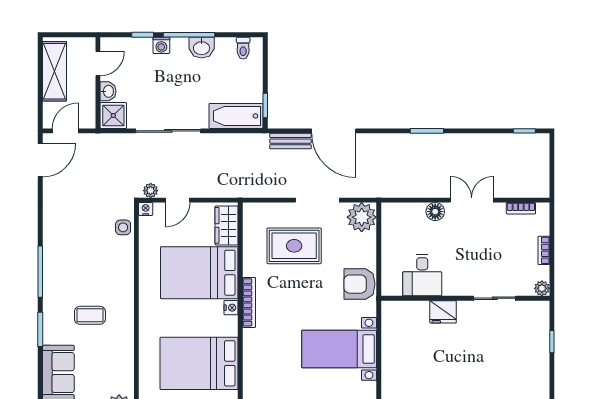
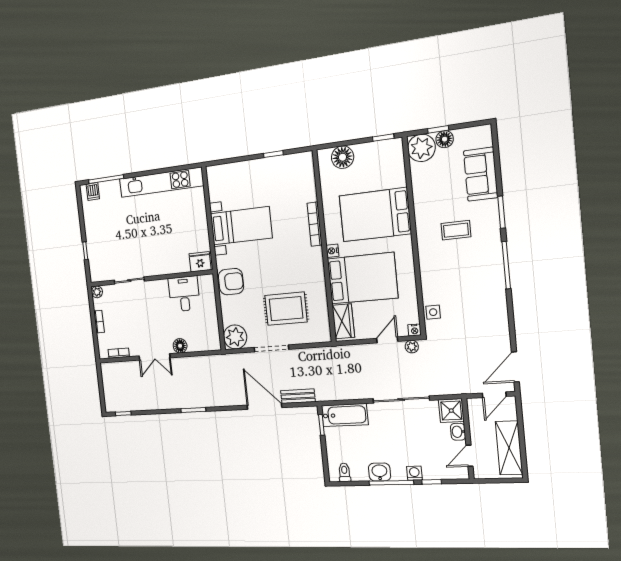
bookcase: (249, 302) -> (315, 224), moved
fridge: (443, 312) -> (200, 262), moved
bed: (199, 363) -> (375, 215), moved, turned 180

